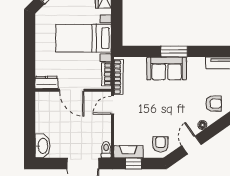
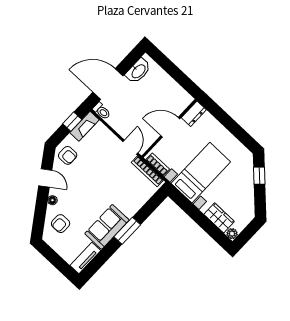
sofa: (167, 68) -> (107, 227), moved
washbasin: (43, 146) -> (138, 71), moved, turned -90

